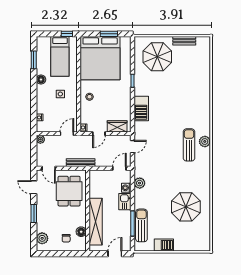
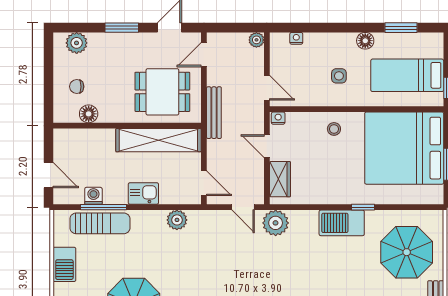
barbecue: (141, 109) -> (342, 223), moved
plant: (141, 129) -> (276, 223), added
washing machine: (126, 188) -> (93, 196), moved
shelving: (96, 222) -> (158, 140), moved

